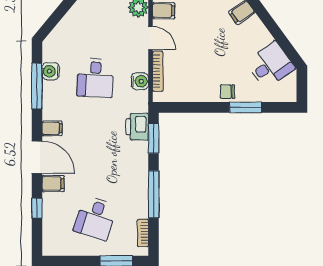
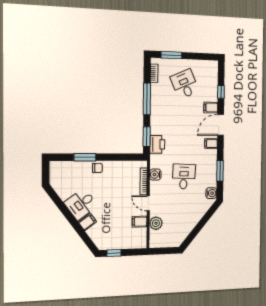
desk: (270, 65) -> (81, 204), moved
water cooler: (51, 71) -> (211, 193), moved
window: (37, 86) -> (220, 171), width x0.69
door: (37, 157) -> (221, 125), hinge flipped
desk: (95, 218) -> (185, 84), turned -42

